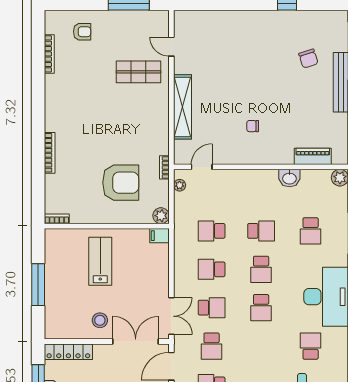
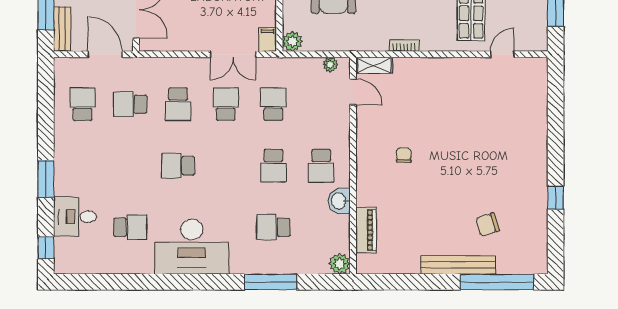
shelving: (183, 107) -> (374, 65), moved, width x0.45, depth x0.75
bookcase: (164, 167) -> (404, 46), moved
school desk: (261, 269) -> (321, 166), moved, turned -90
double door: (171, 316) -> (233, 54), moved

